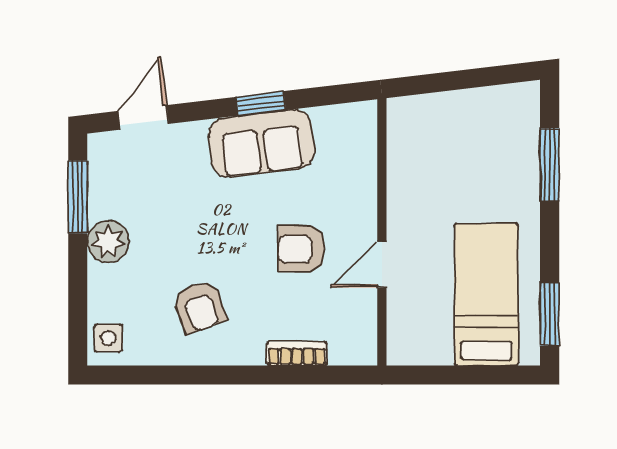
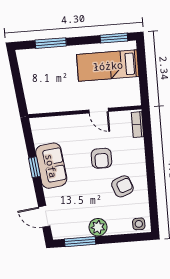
armchair: (302, 249) -> (101, 158), moved
bookcase: (297, 354) -> (138, 125), moved

